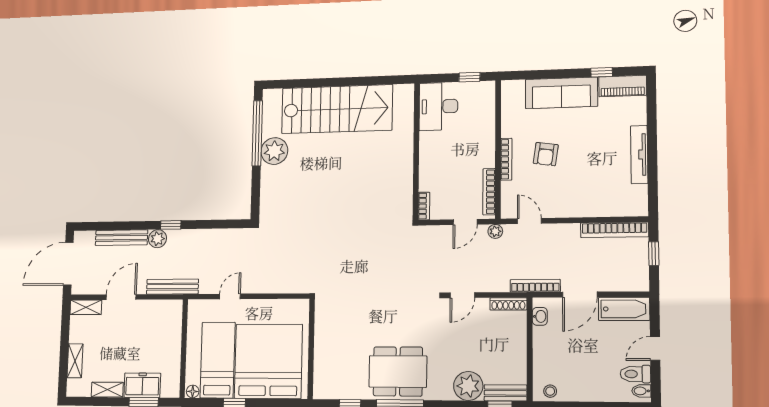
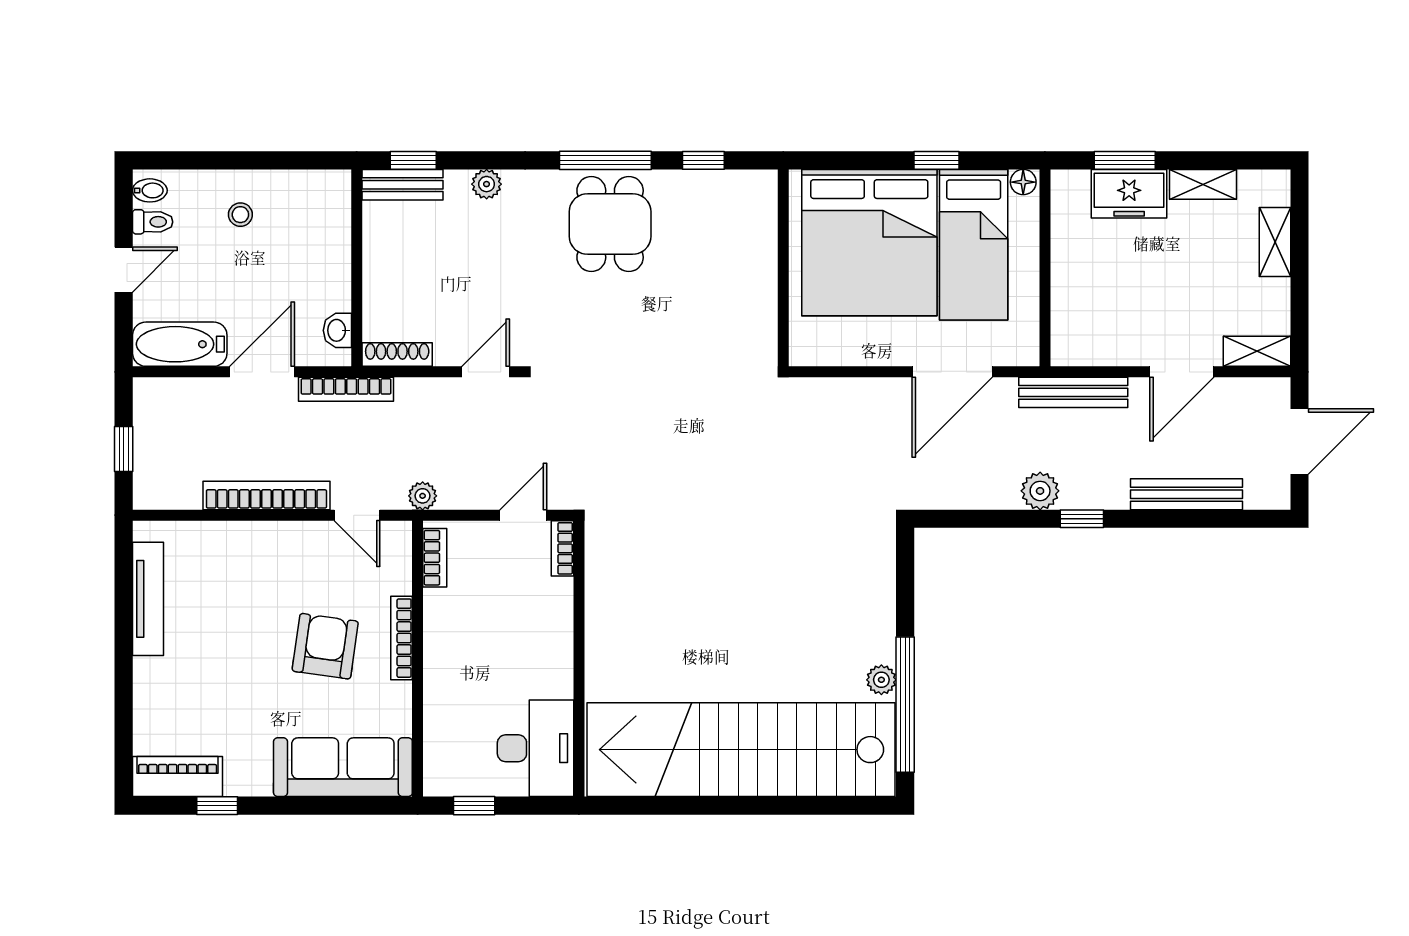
sofa: (561, 93) -> (343, 767), moved
stairs: (337, 109) -> (741, 750), width x1.36
plant: (274, 151) -> (881, 680), width x0.53, depth x0.53
armchair: (546, 154) -> (325, 646), width x1.38, depth x1.38
tv unit: (639, 155) -> (148, 599), moved
bookcase: (489, 192) -> (435, 558), width x0.64
door: (465, 222) -> (523, 515), moved
bookcase: (614, 230) -> (266, 495), moved
plant: (157, 239) -> (1040, 491), moved
door: (68, 264) -> (1299, 442), width x0.73
door: (230, 296) -> (952, 372), width x1.87
dining table: (398, 371) -> (610, 224), width x0.73
toilet: (635, 374) -> (153, 222), width x0.73, depth x0.72
plant: (468, 386) -> (487, 184), width x0.53, depth x0.53
stool: (550, 391) -> (240, 215), moved

